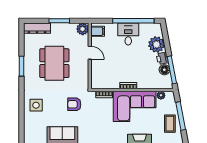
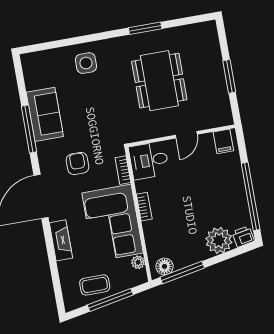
dresser: (37, 28) -> (211, 42), removed
plant: (83, 29) -> (223, 116), removed
desk: (128, 34) -> (149, 160), moved, turned 180
printer: (162, 58) -> (243, 237), moved
dining table: (54, 63) -> (159, 81), turned 90
floor lamp: (164, 70) -> (164, 266), moved
armchair: (74, 104) -> (78, 164), moved

